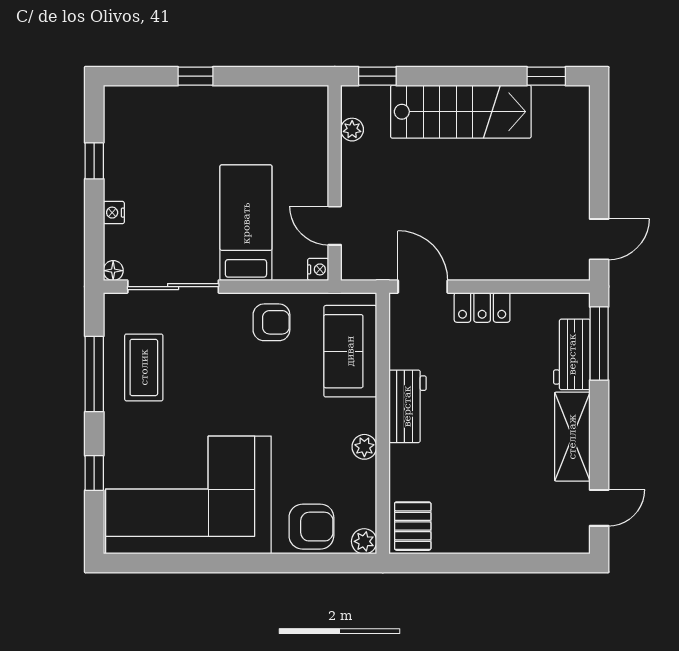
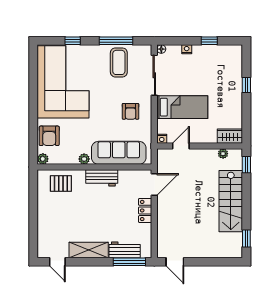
wardrobe: (312, 114) -> (230, 136), added
armchair: (271, 322) -> (131, 111), moved
sofa: (350, 351) -> (119, 153), width x1.36
coffee table: (144, 367) -> (119, 62), turned 90
pallet: (413, 526) -> (61, 183), moved

